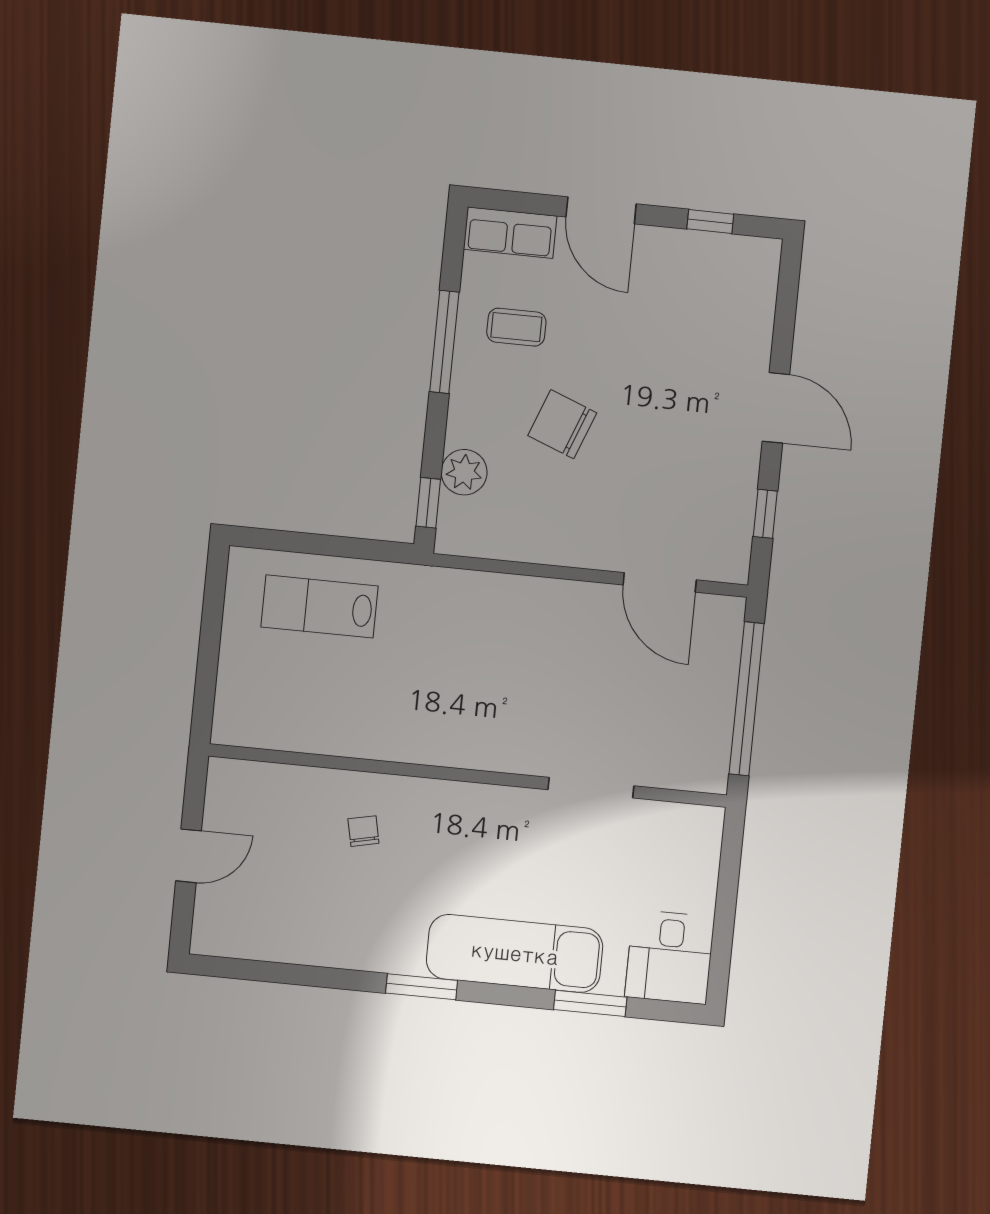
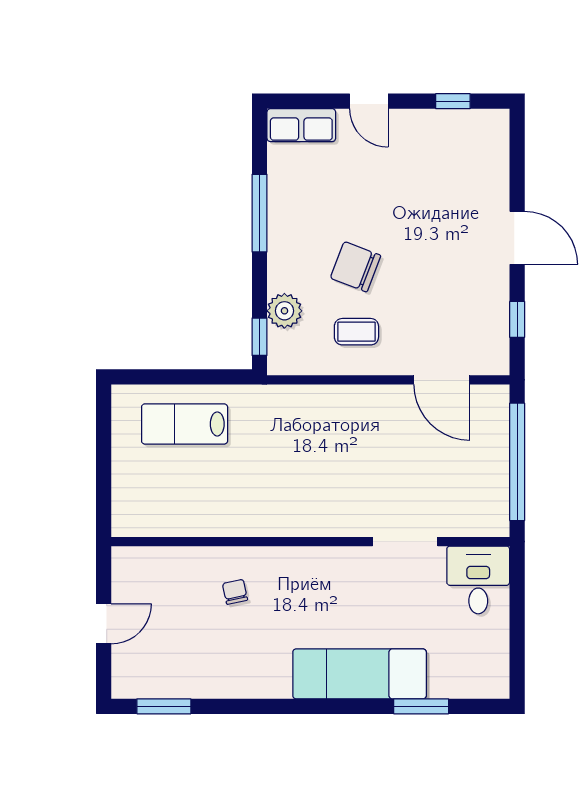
door: (601, 210) -> (369, 101), width x0.73
coffee table: (516, 327) -> (356, 332), moved
desk: (670, 957) -> (478, 580), moved, turned 180
window: (422, 987) -> (164, 706), moved

